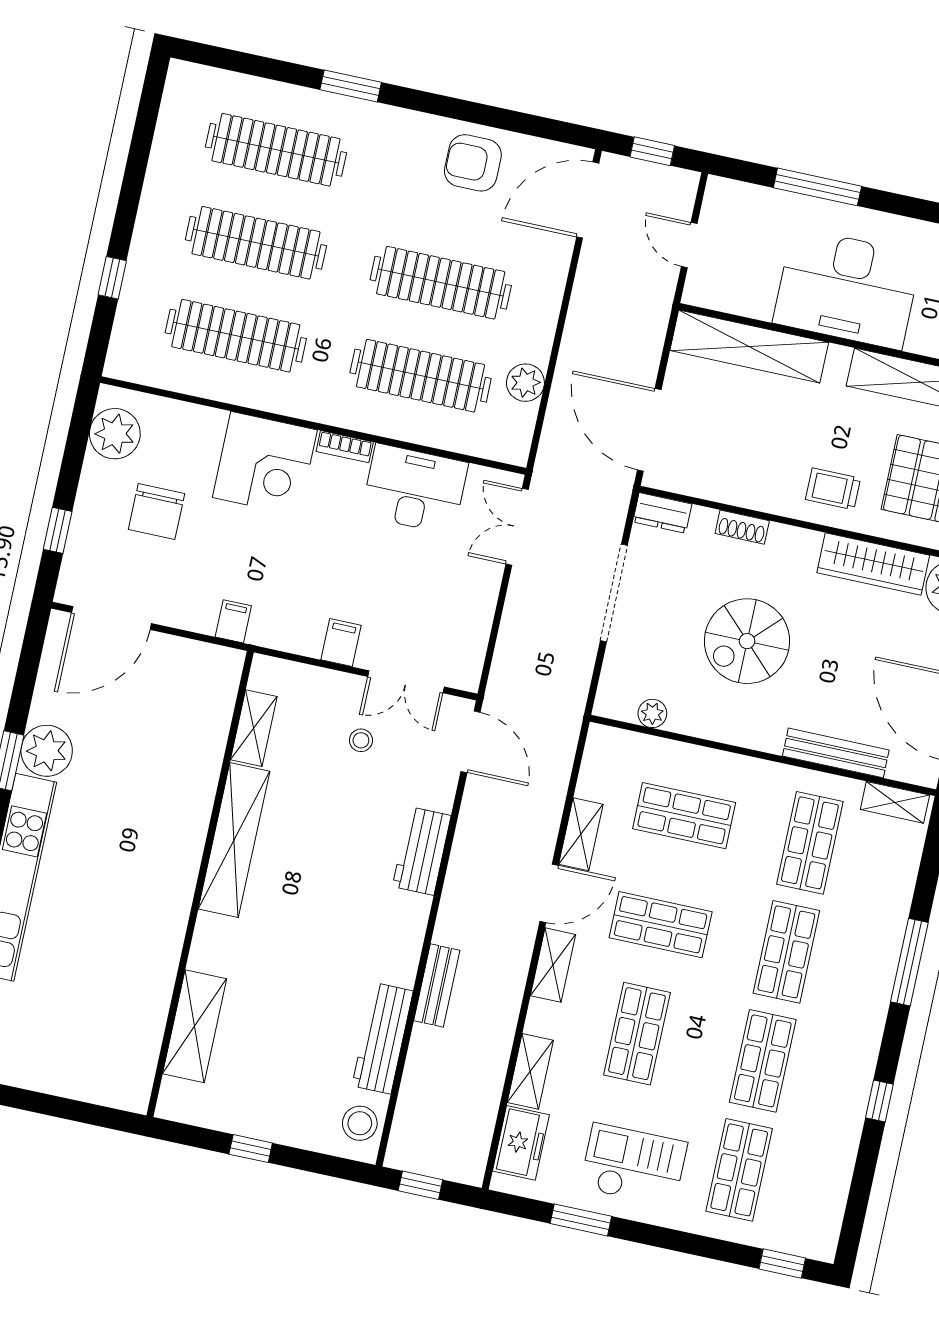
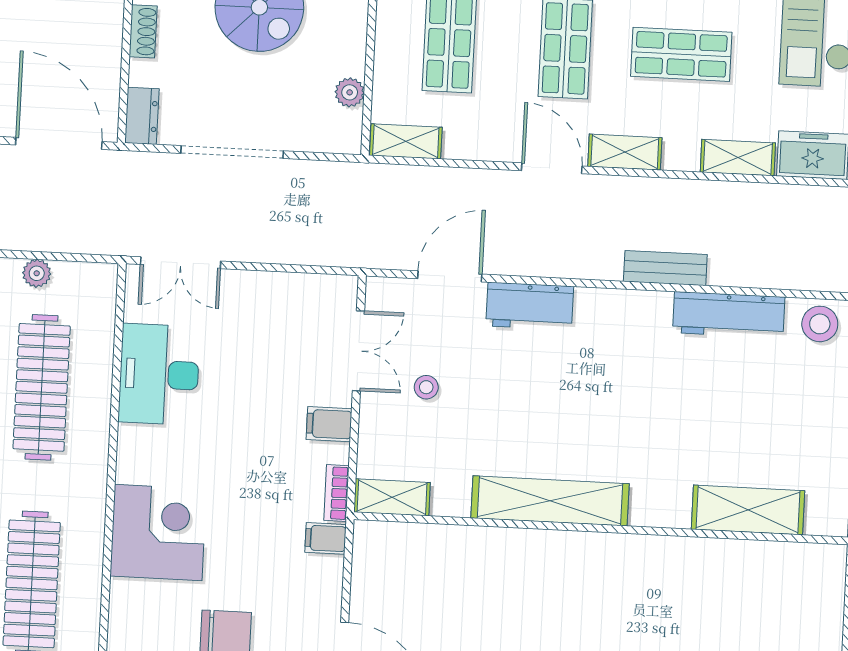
plant: (525, 383) -> (37, 273), width x0.73, depth x0.73
door: (649, 430) -> (59, 143), swing flipped
bookcase: (345, 447) -> (336, 493), moved, turned 180
shelving: (254, 728) -> (392, 497), moved
door: (471, 742) -> (450, 276), moved
shelving: (581, 834) -> (406, 141), moved

